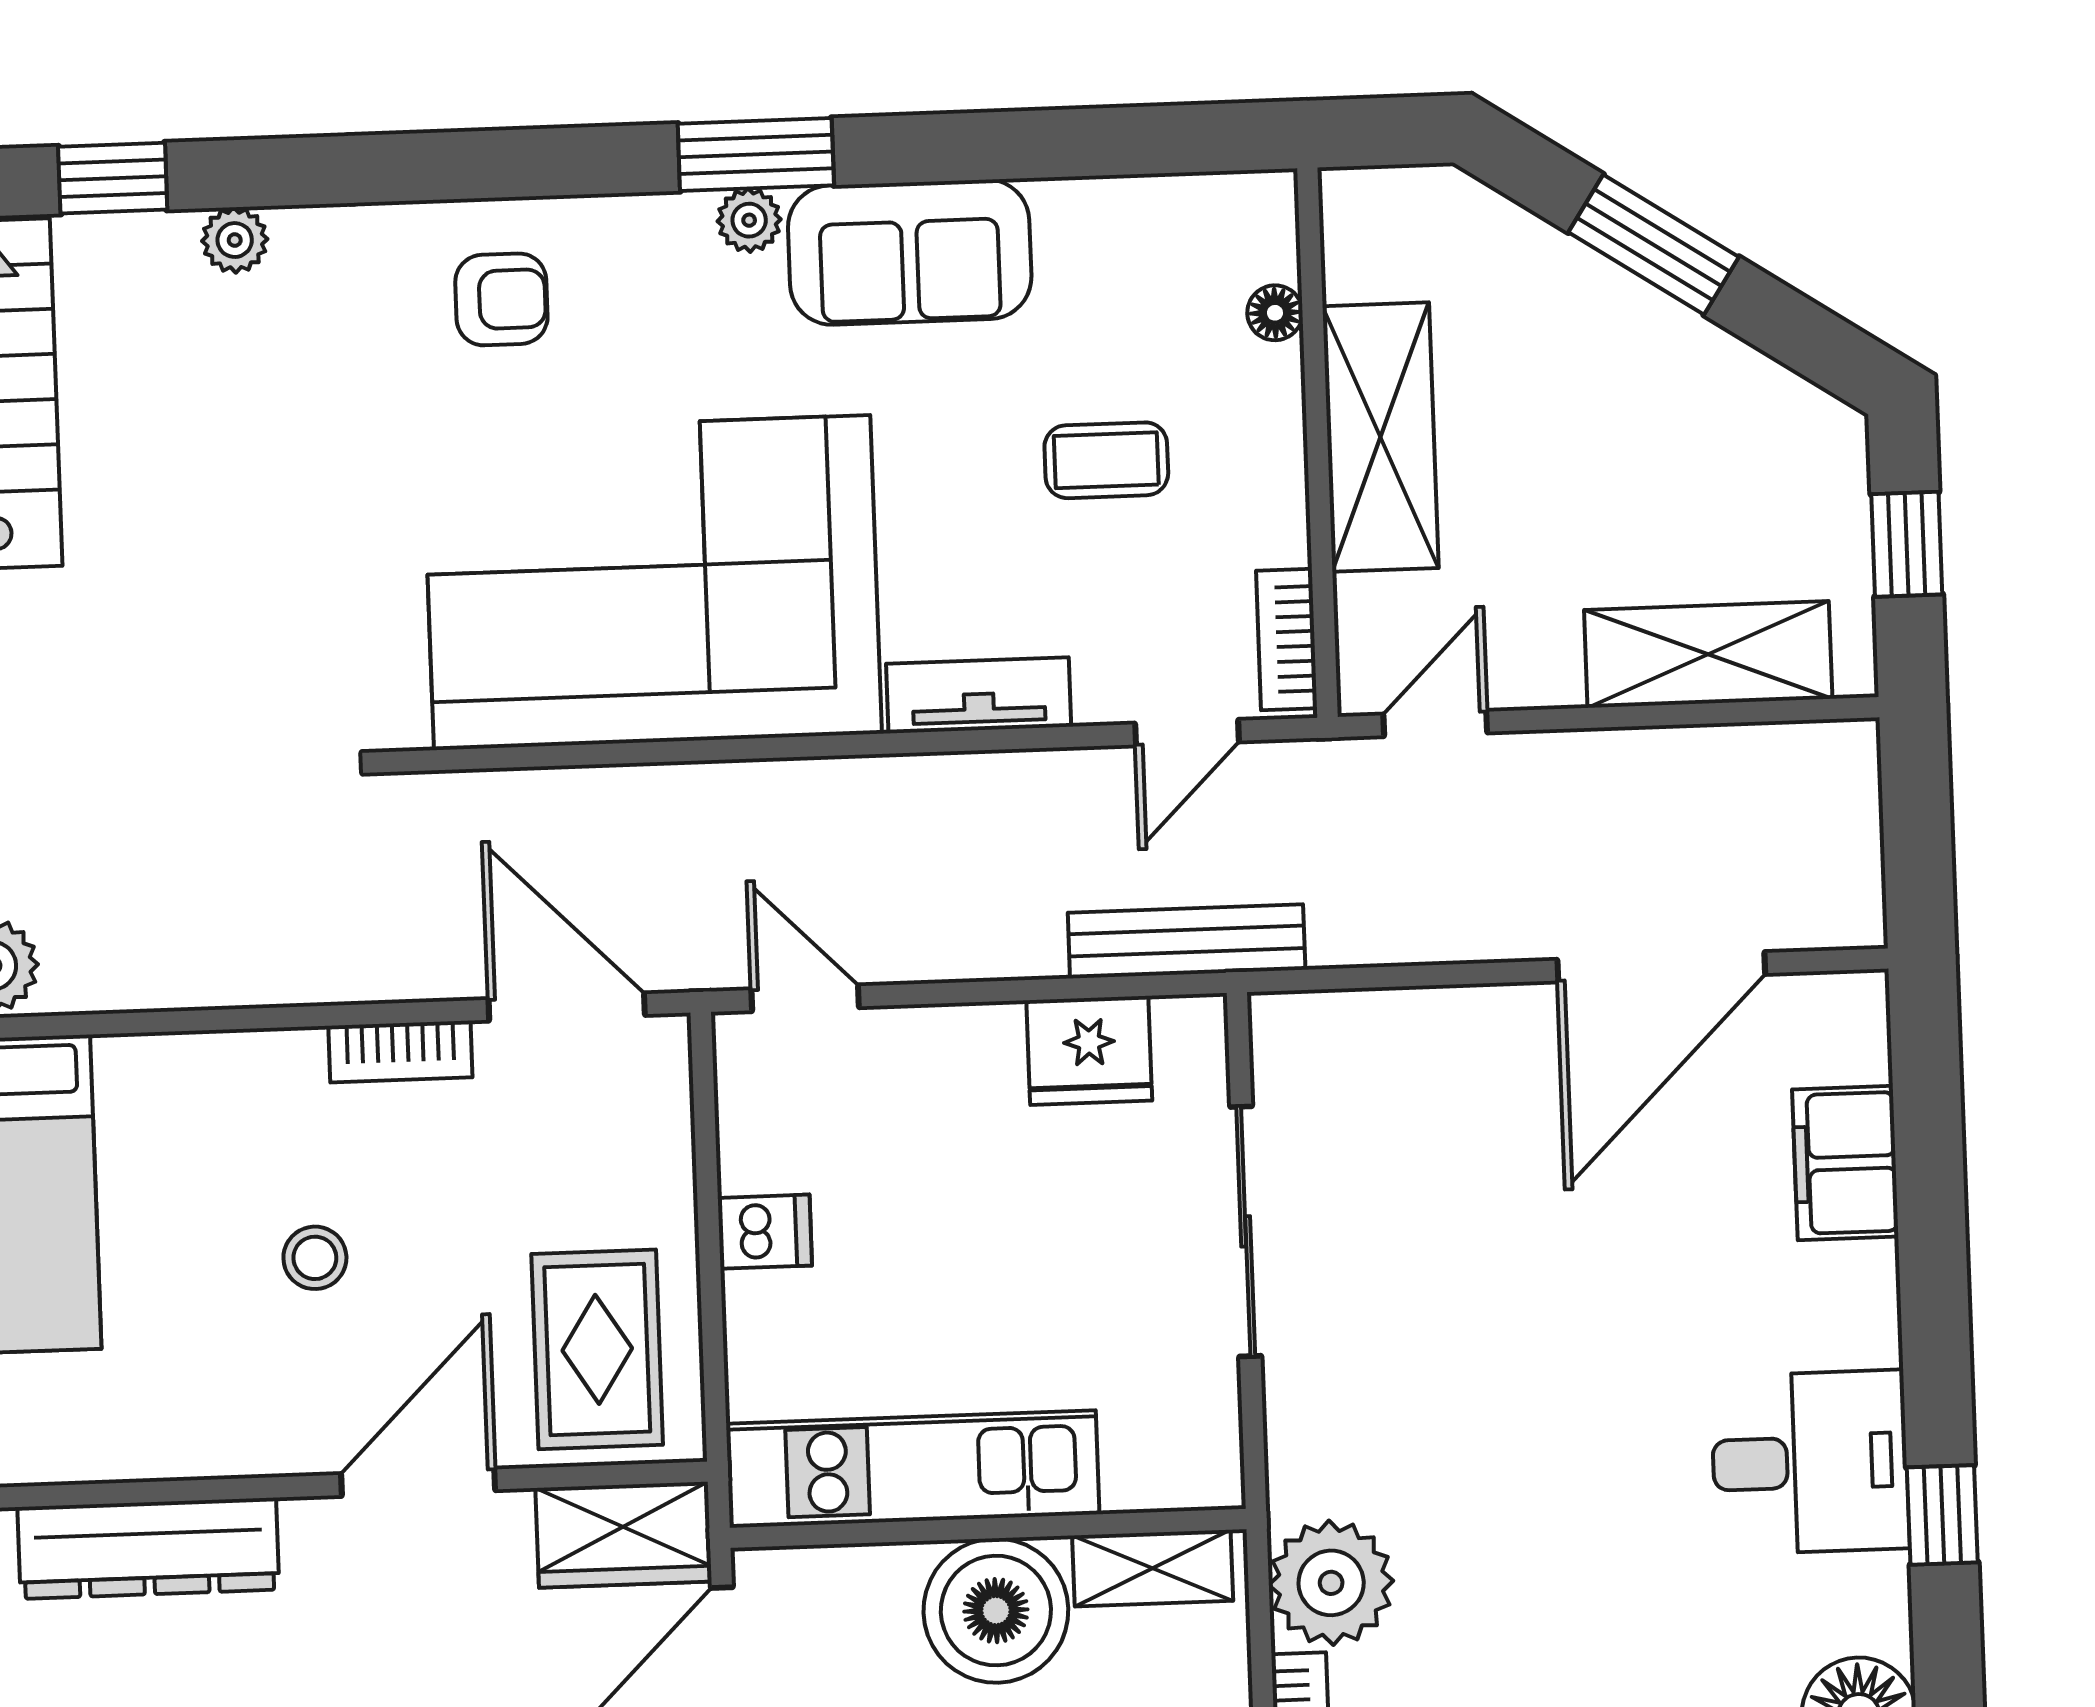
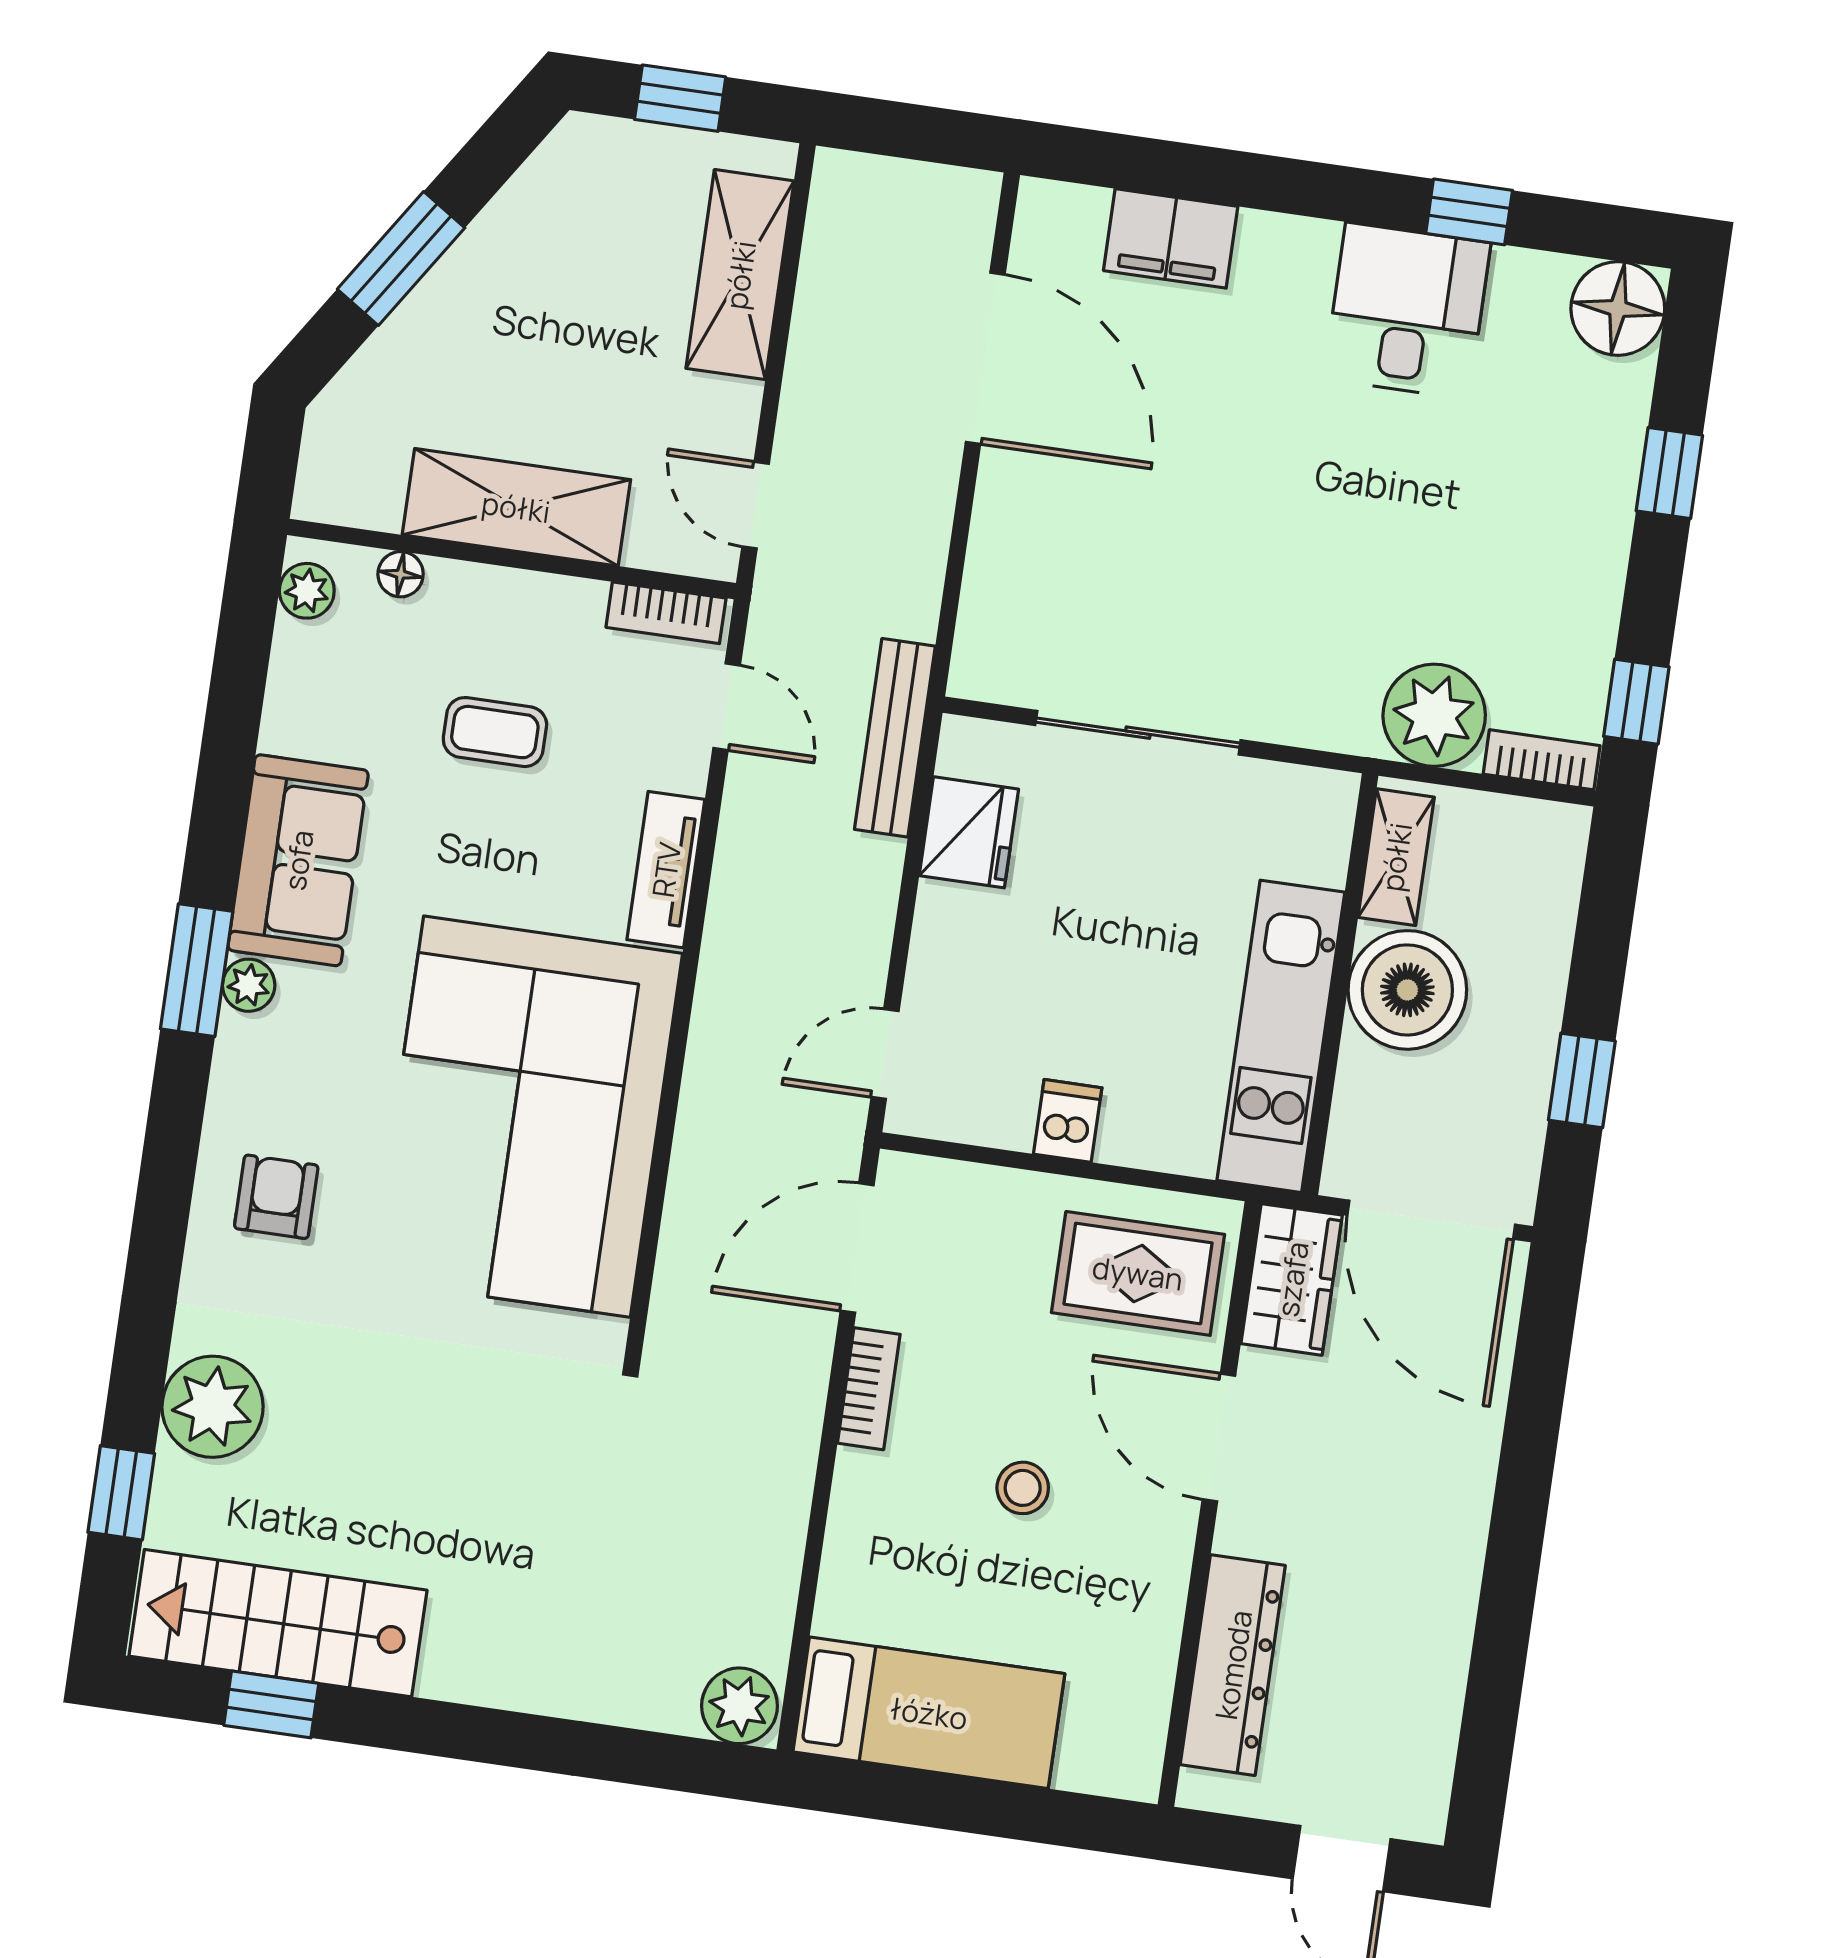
plant: (1235, 204) -> (307, 591), added
plant: (235, 240) -> (213, 1407), width x1.87, depth x1.87
coffee table: (1106, 460) -> (495, 732), turned 90

